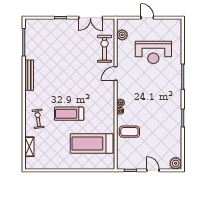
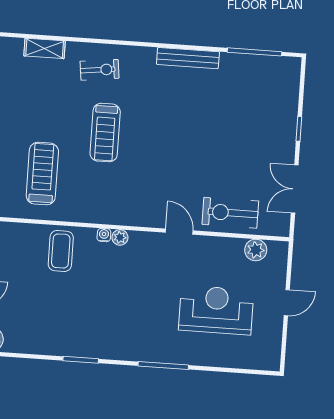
exercise bike: (105, 49) -> (230, 213), turned 180
reception desk: (153, 52) -> (216, 310), turned 90
treadmill: (69, 114) -> (105, 133), turned 180
treadmill: (92, 144) -> (42, 174), width x0.73, depth x0.73

